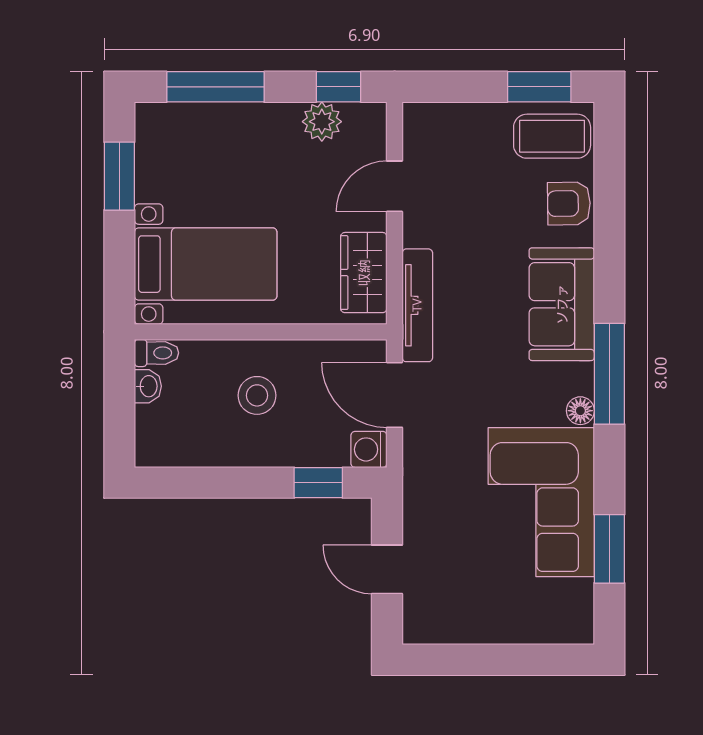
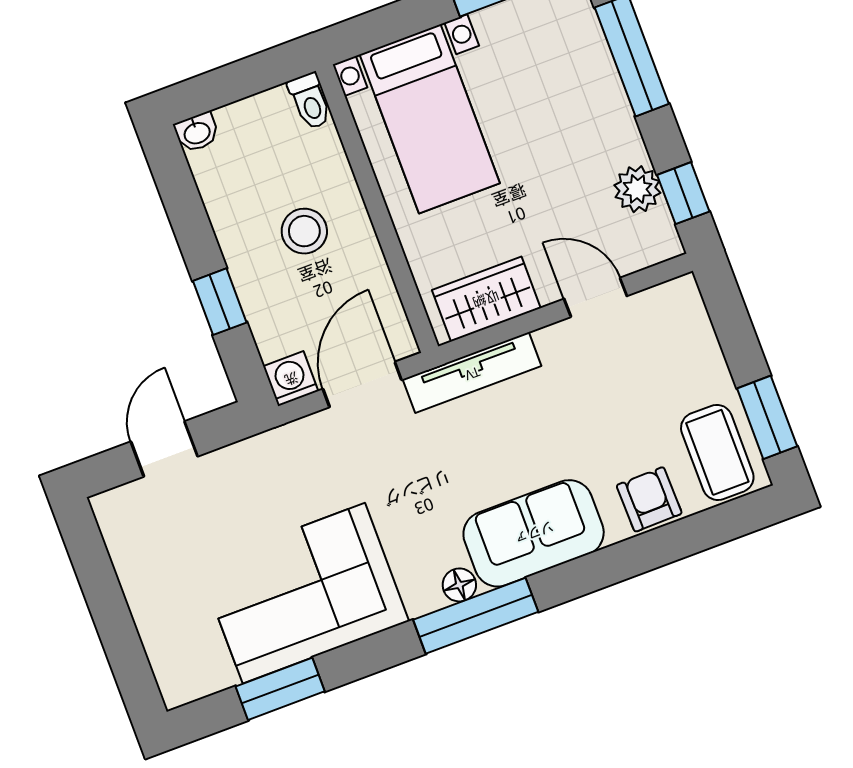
washbasin: (148, 386) -> (197, 132), moved
floor lamp: (580, 411) -> (459, 585), moved
window: (318, 483) -> (220, 302), moved

